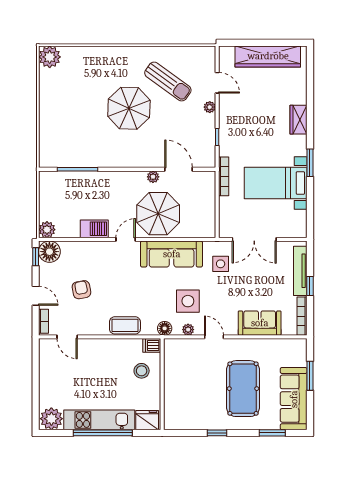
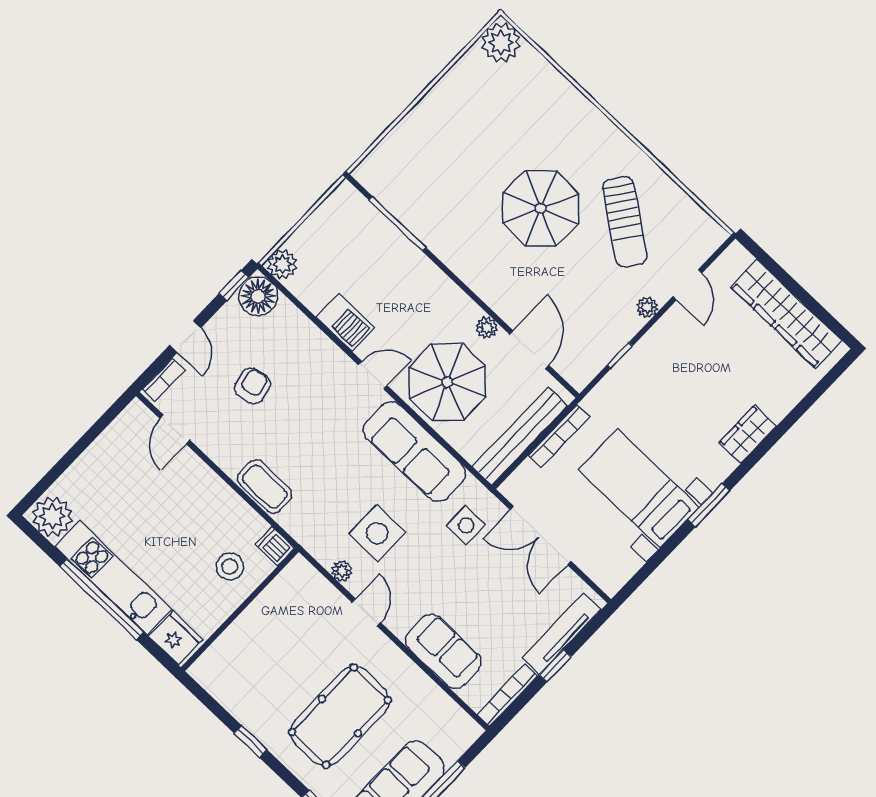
bookcase: (224, 176) -> (559, 436), moved
bench: (208, 207) -> (520, 436), added
floor lamp: (165, 328) -> (313, 540), removed

